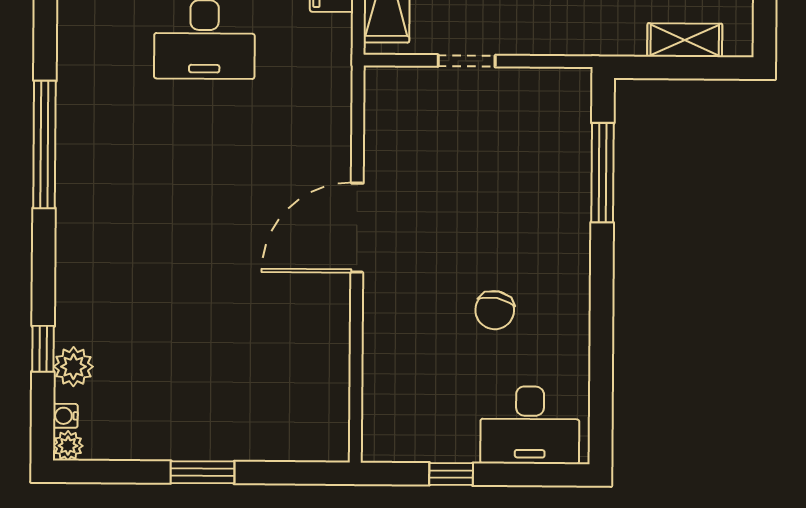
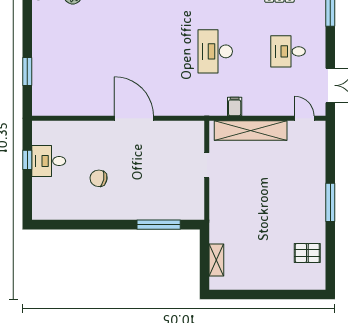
desk: (530, 425) -> (49, 161), moved, width x0.73
window: (203, 472) -> (27, 71), moved

